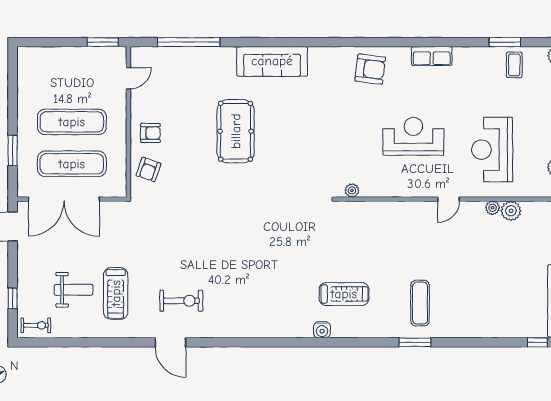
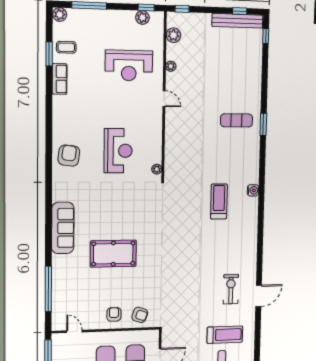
row of seats: (432, 56) -> (60, 79), moved
reception desk: (413, 136) -> (118, 151), moved, turned 180
plant: (511, 211) -> (173, 35), moved
treadmill: (344, 294) -> (219, 201), moved

